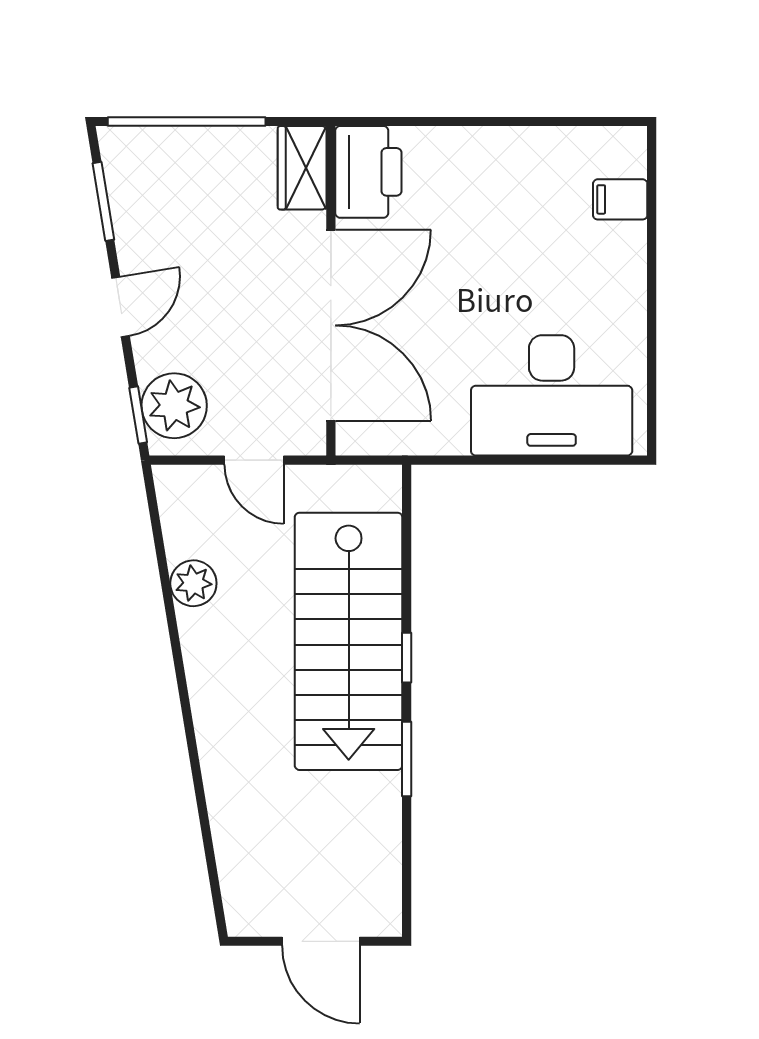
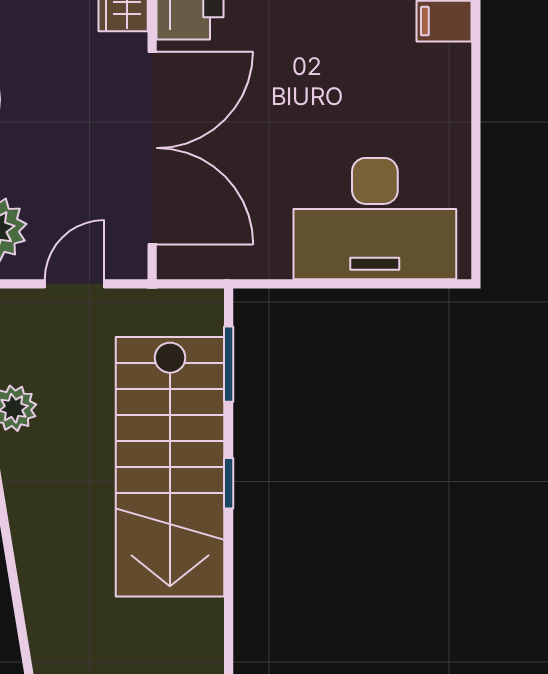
door: (254, 460) -> (75, 284), swing flipped
window: (407, 759) -> (229, 364), moved

